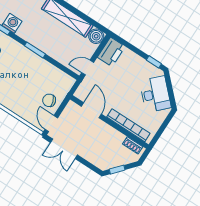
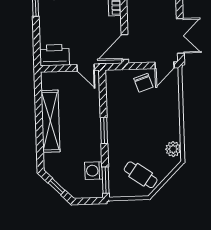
boiler: (96, 36) -> (49, 80), removed
door: (91, 110) -> (125, 47), moved

